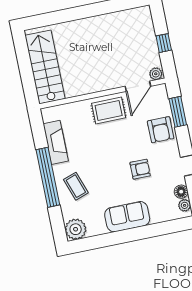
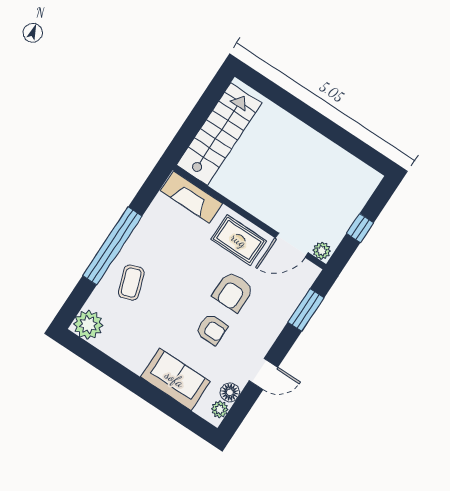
armchair: (161, 130) -> (233, 292), moved
fireplace: (56, 142) -> (191, 197), moved, turned 90
sofa: (127, 217) -> (175, 379), moved

